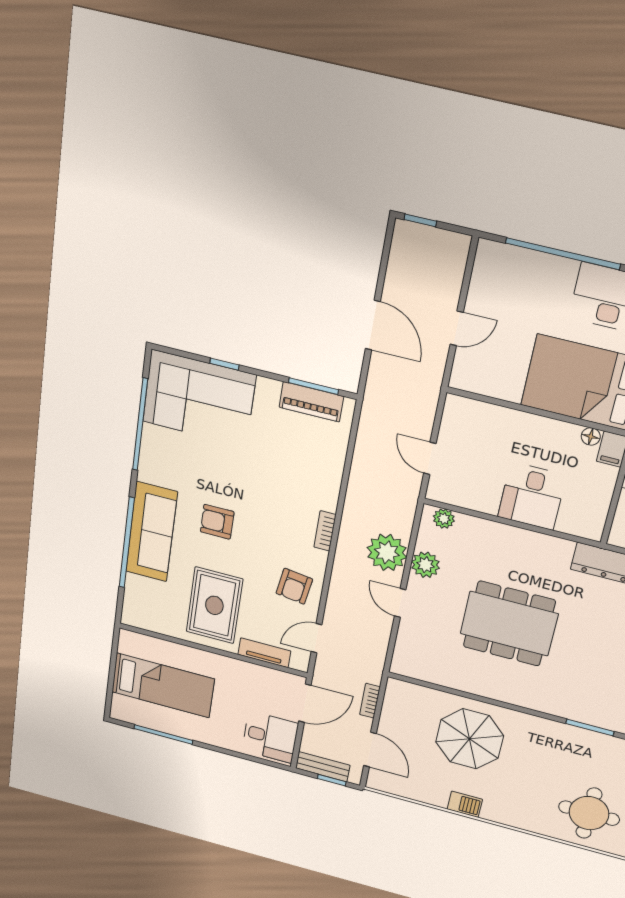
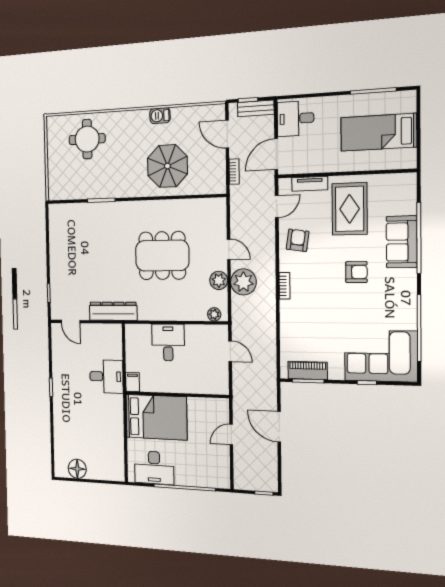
floor lamp: (591, 436) -> (146, 387), removed
sofa: (151, 532) -> (402, 242), width x0.73

